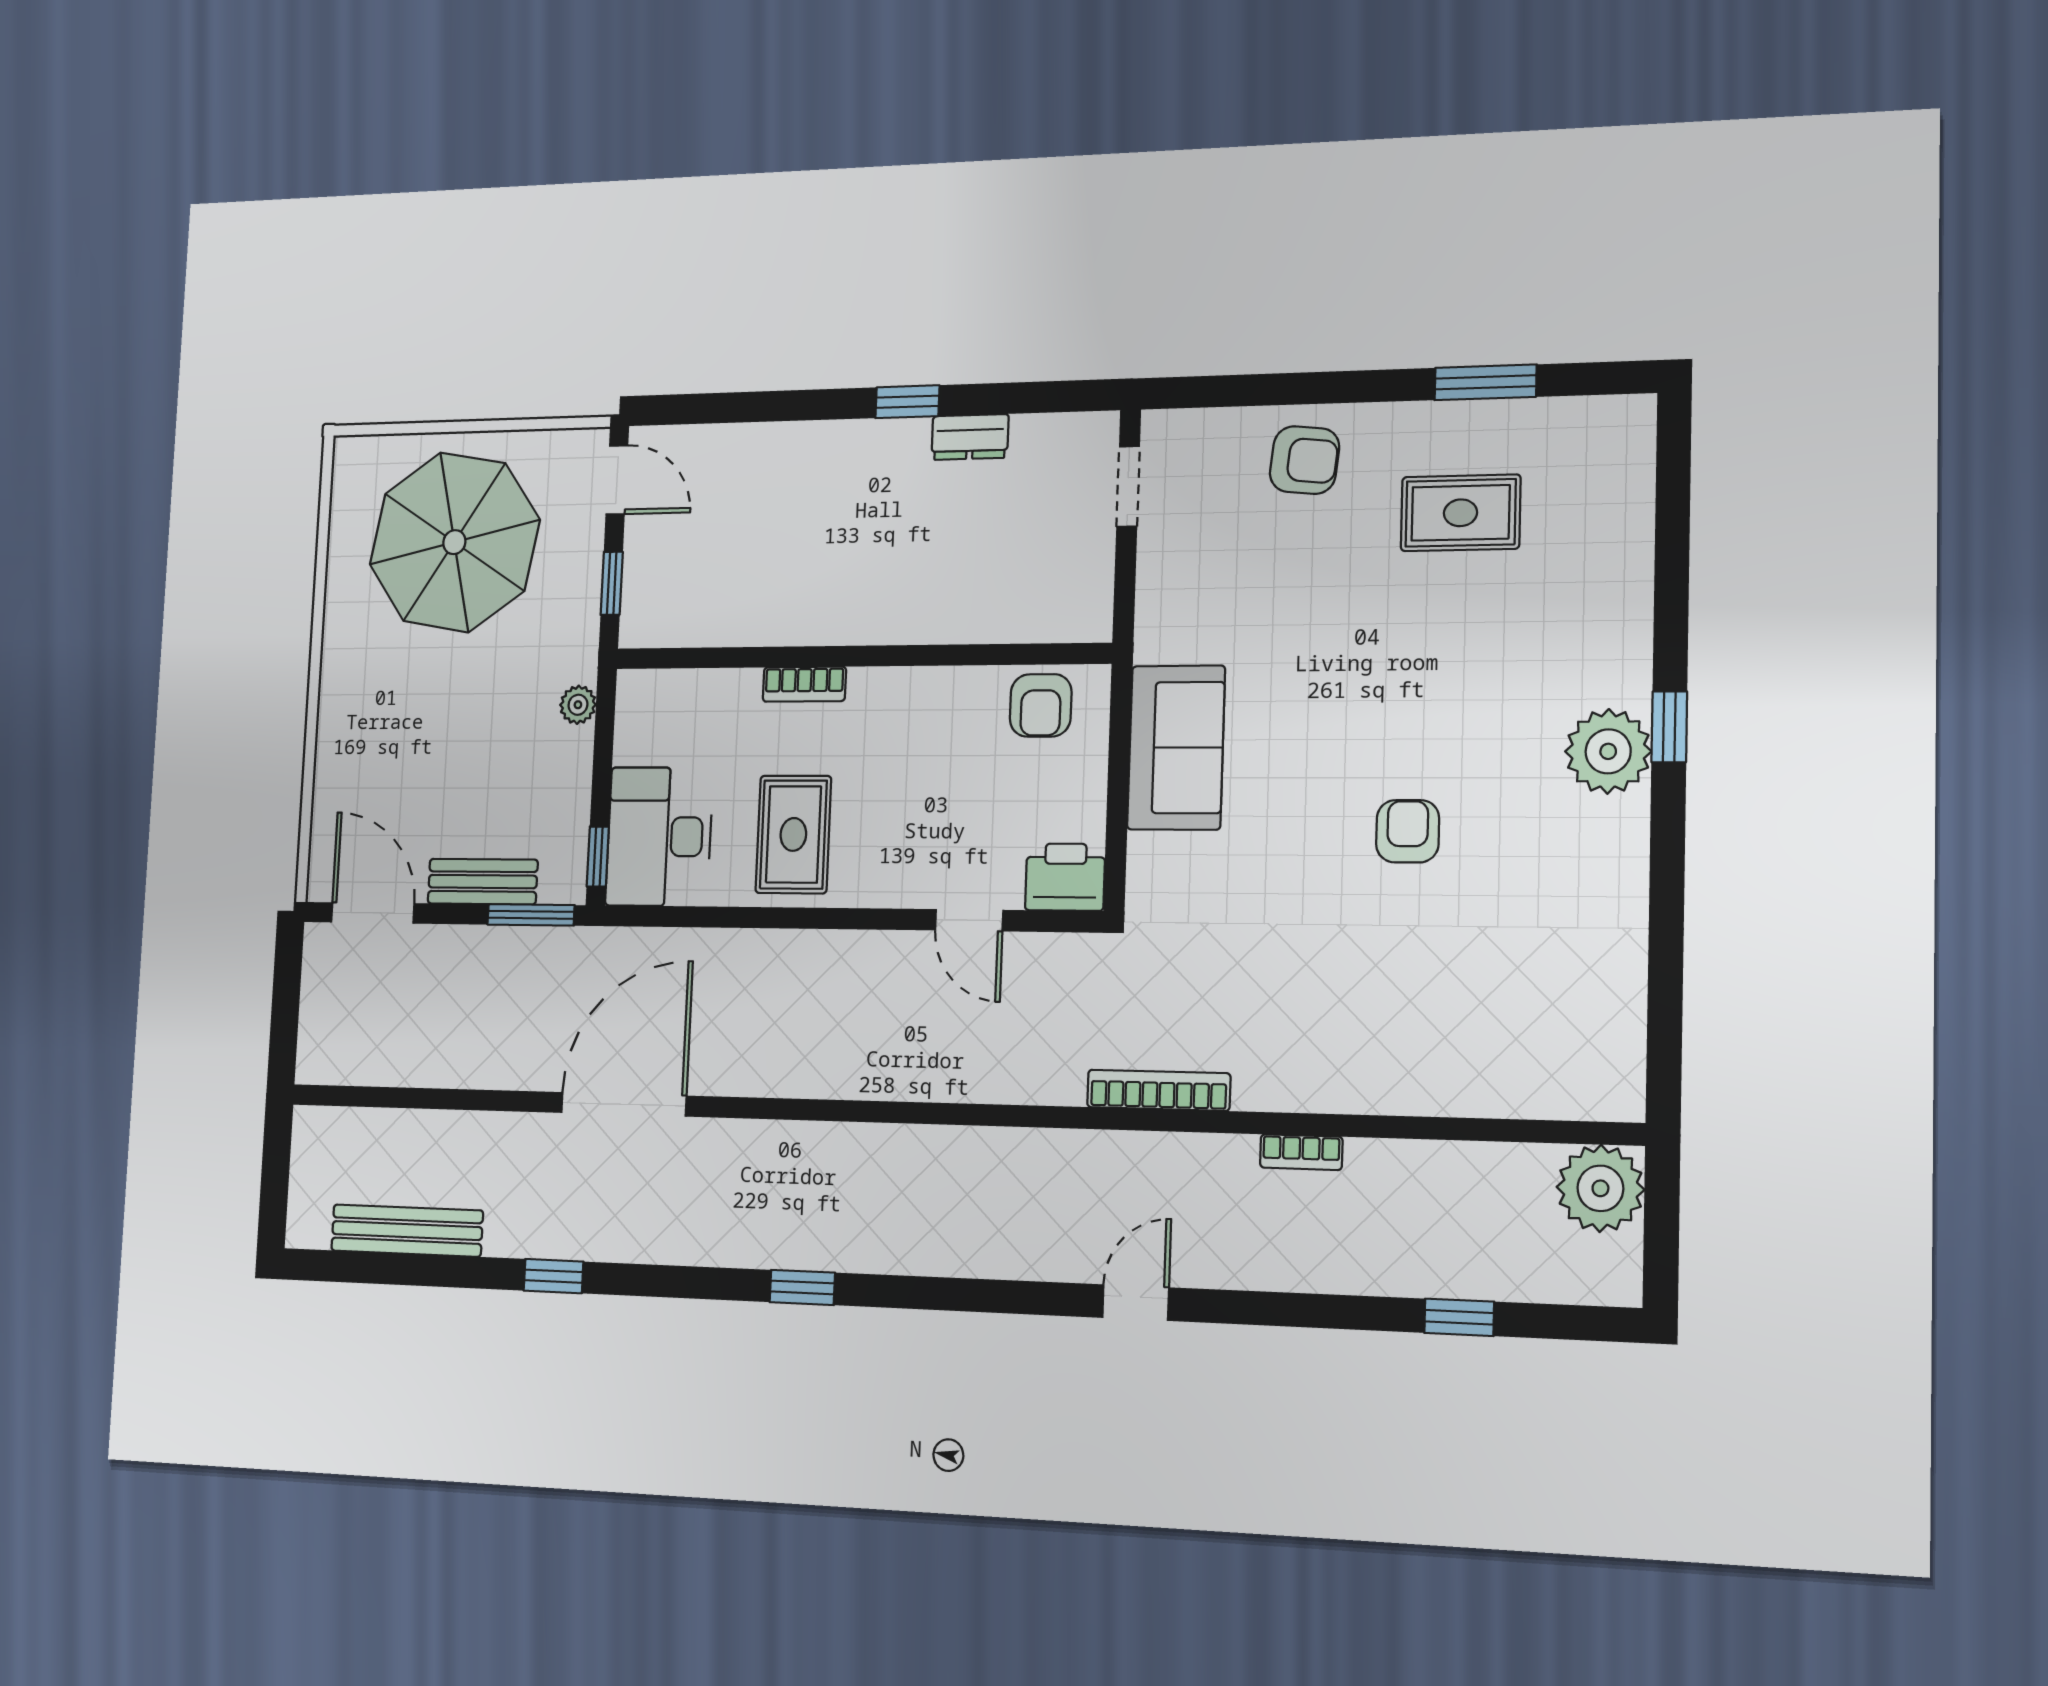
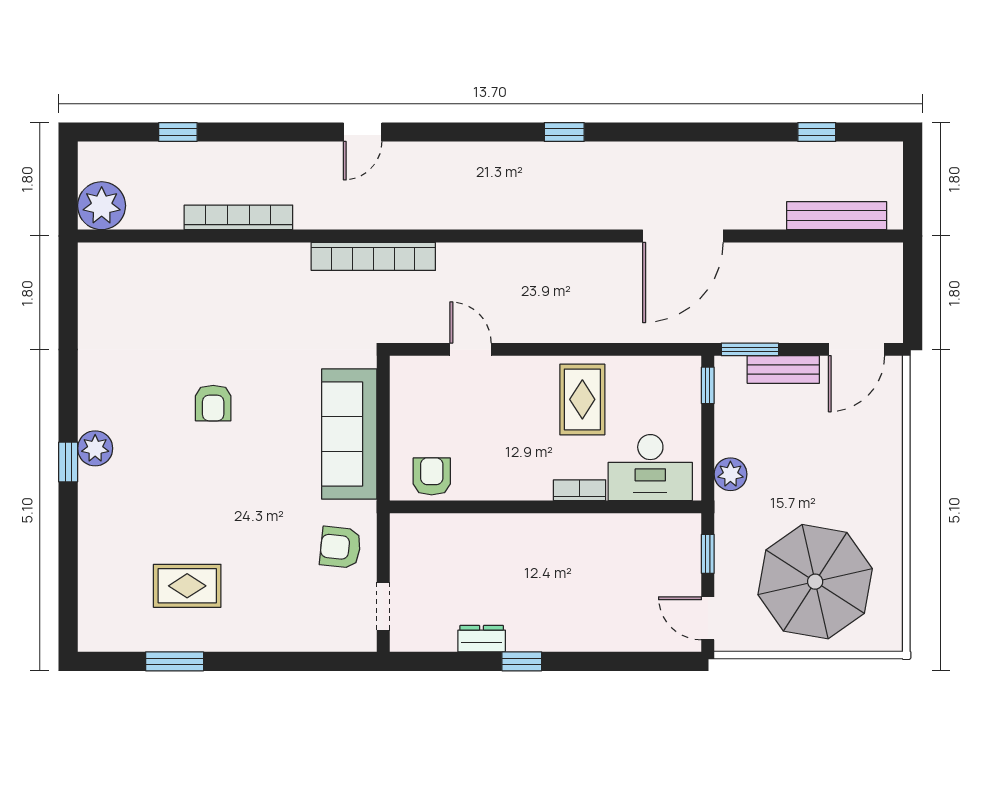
armchair: (1305, 460) -> (340, 547), moved
plant: (578, 705) -> (730, 474), width x1.38, depth x1.38
sofa: (1176, 748) -> (349, 434), width x1.36
plant: (1608, 751) -> (95, 448), width x0.73, depth x0.73
desk: (659, 837) -> (650, 468), moved, turned 90
printer: (1065, 877) -> (413, 375), removed
door: (373, 913) -> (856, 349), hinge flipped
bookcase: (1159, 1090) -> (373, 256), width x1.48, depth x1.31
bookcase: (1301, 1152) -> (238, 217), width x2.31, depth x1.31
bench: (407, 1231) -> (837, 216), moved
window: (553, 1276) -> (817, 132), moved

